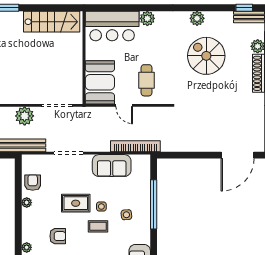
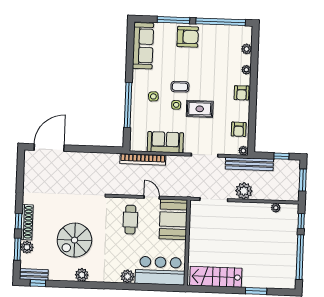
spiral stairs: (206, 56) -> (74, 240), turned 90
plant: (27, 203) -> (243, 151), moved
armchair: (58, 236) -> (242, 93), moved, turned -90

